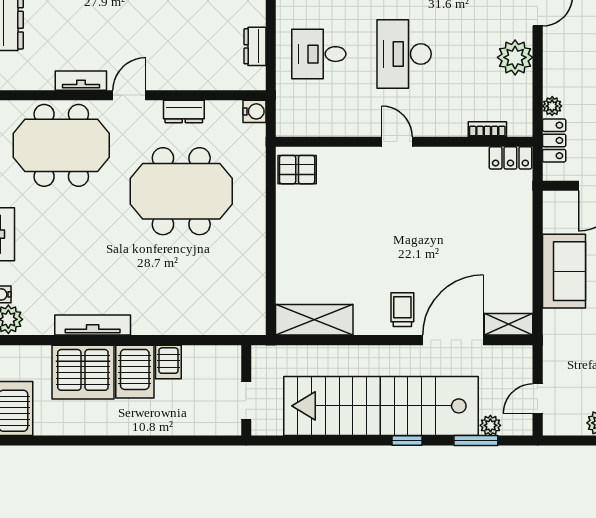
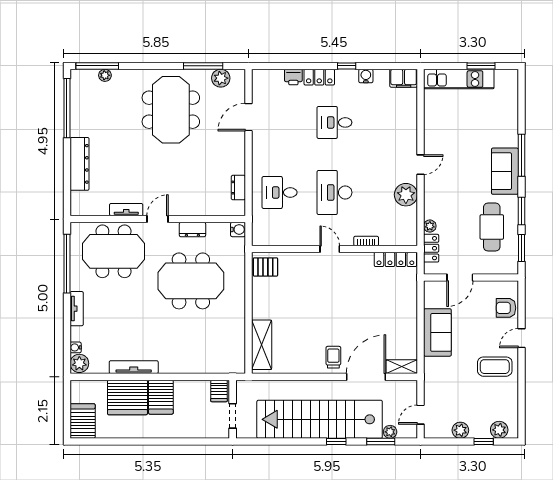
bookcase: (487, 129) -> (366, 241), moved
locker: (510, 158) -> (395, 259), width x1.53
shelving: (314, 320) -> (262, 345), moved, turned 90
server rack: (168, 362) -> (219, 391), moved

